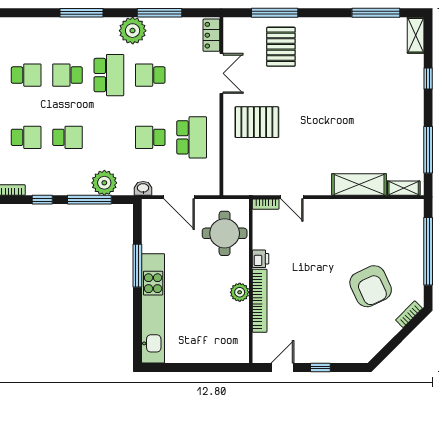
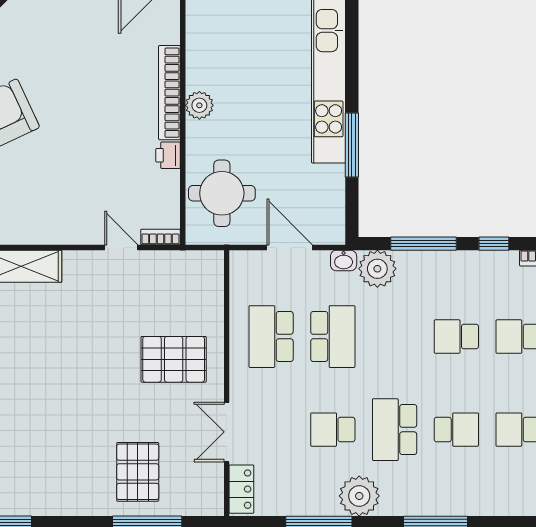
school desk: (150, 75) -> (333, 430), turned 180
school desk: (150, 137) -> (333, 337), width x1.85
plant: (104, 183) -> (377, 269), moved

